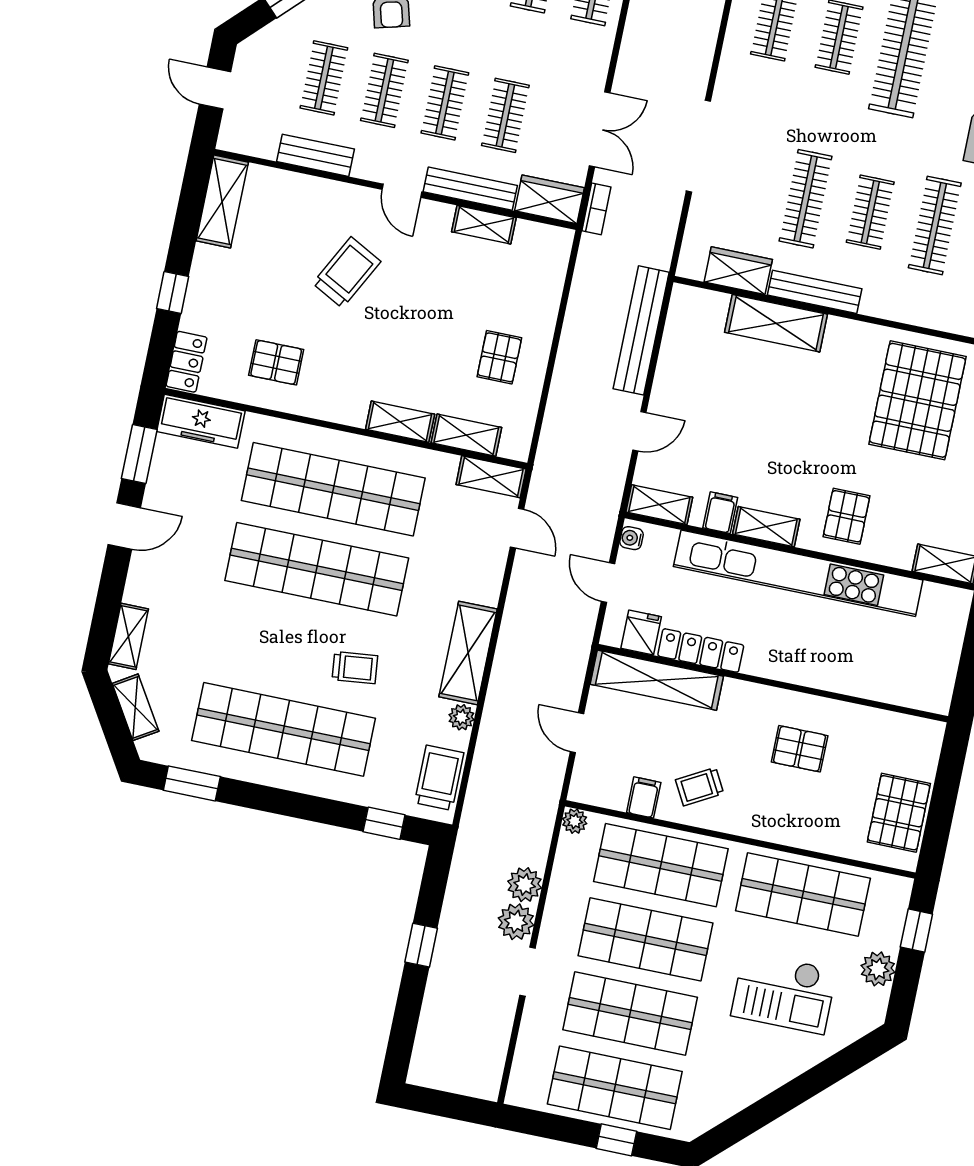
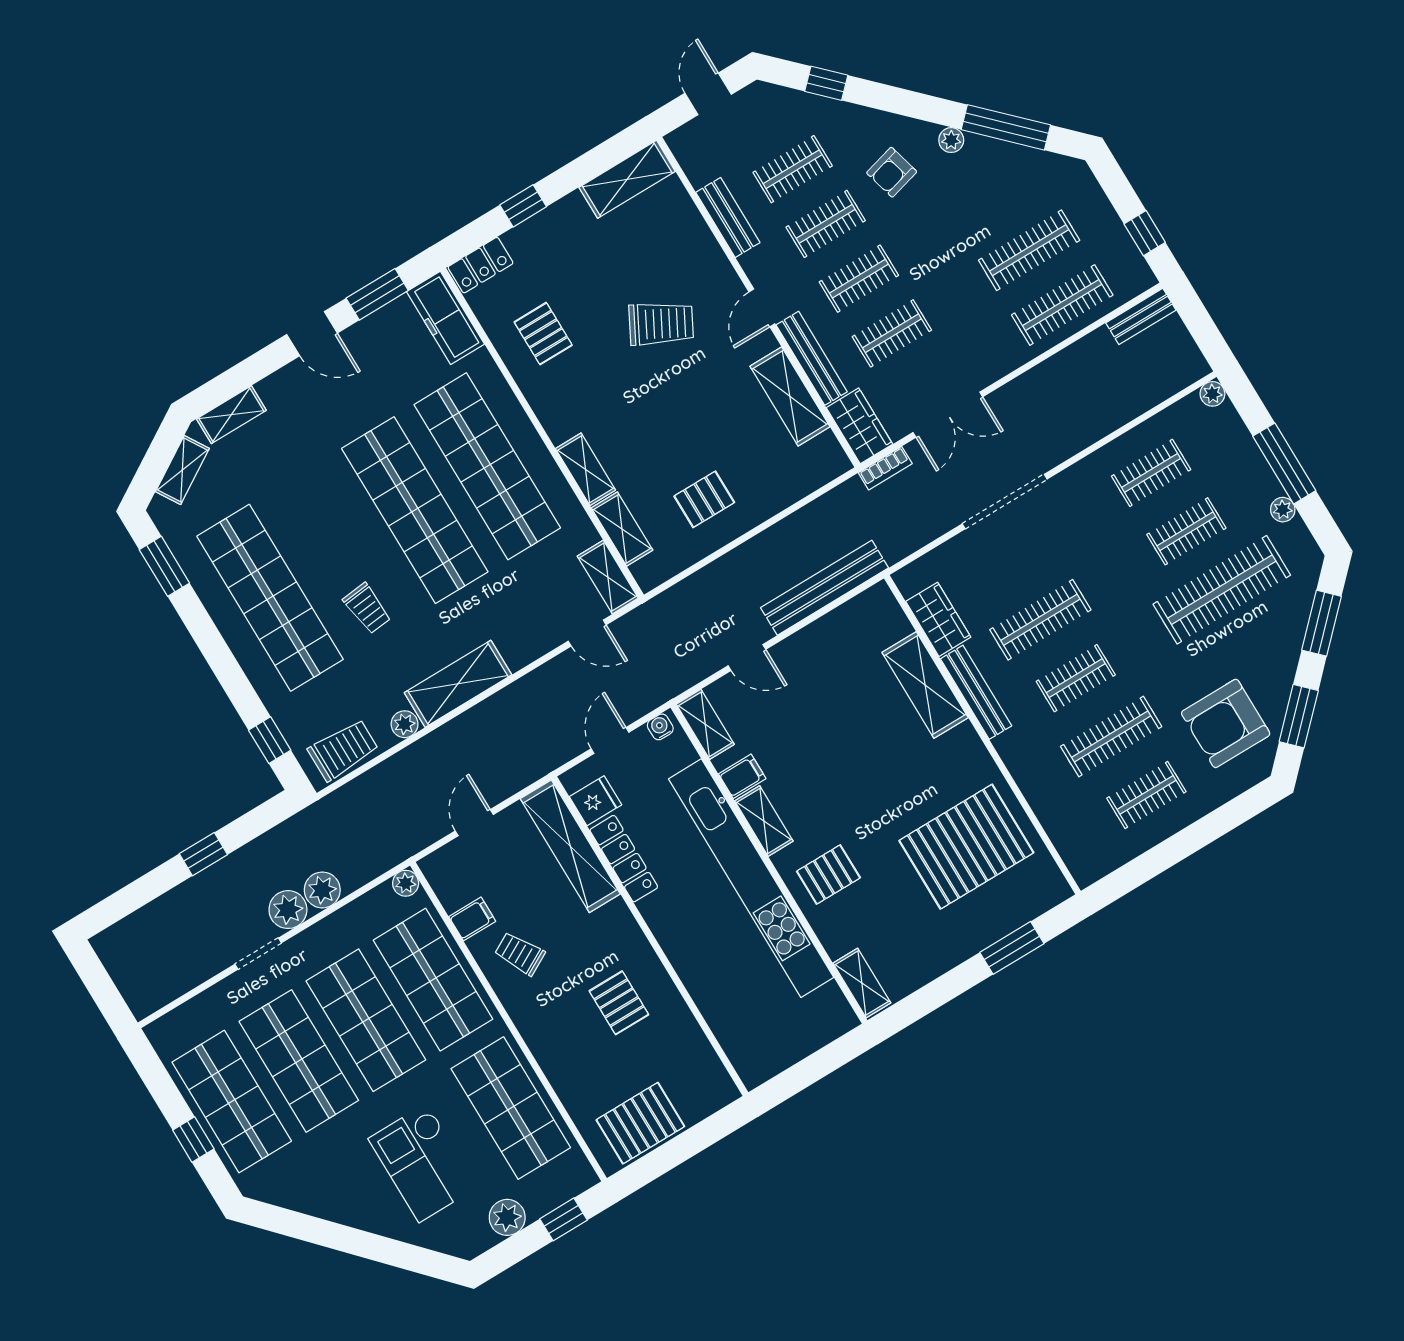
shelving: (484, 225) -> (790, 396), width x1.50, depth x1.33
door: (517, 528) -> (587, 633), hinge flipped

